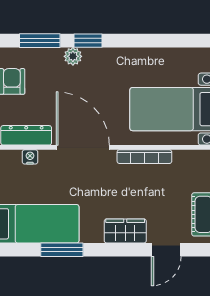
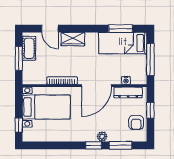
door: (83, 147) -> (97, 86), hinge flipped
window: (62, 250) -> (121, 29), moved
door: (166, 250) -> (50, 29), swing flipped

